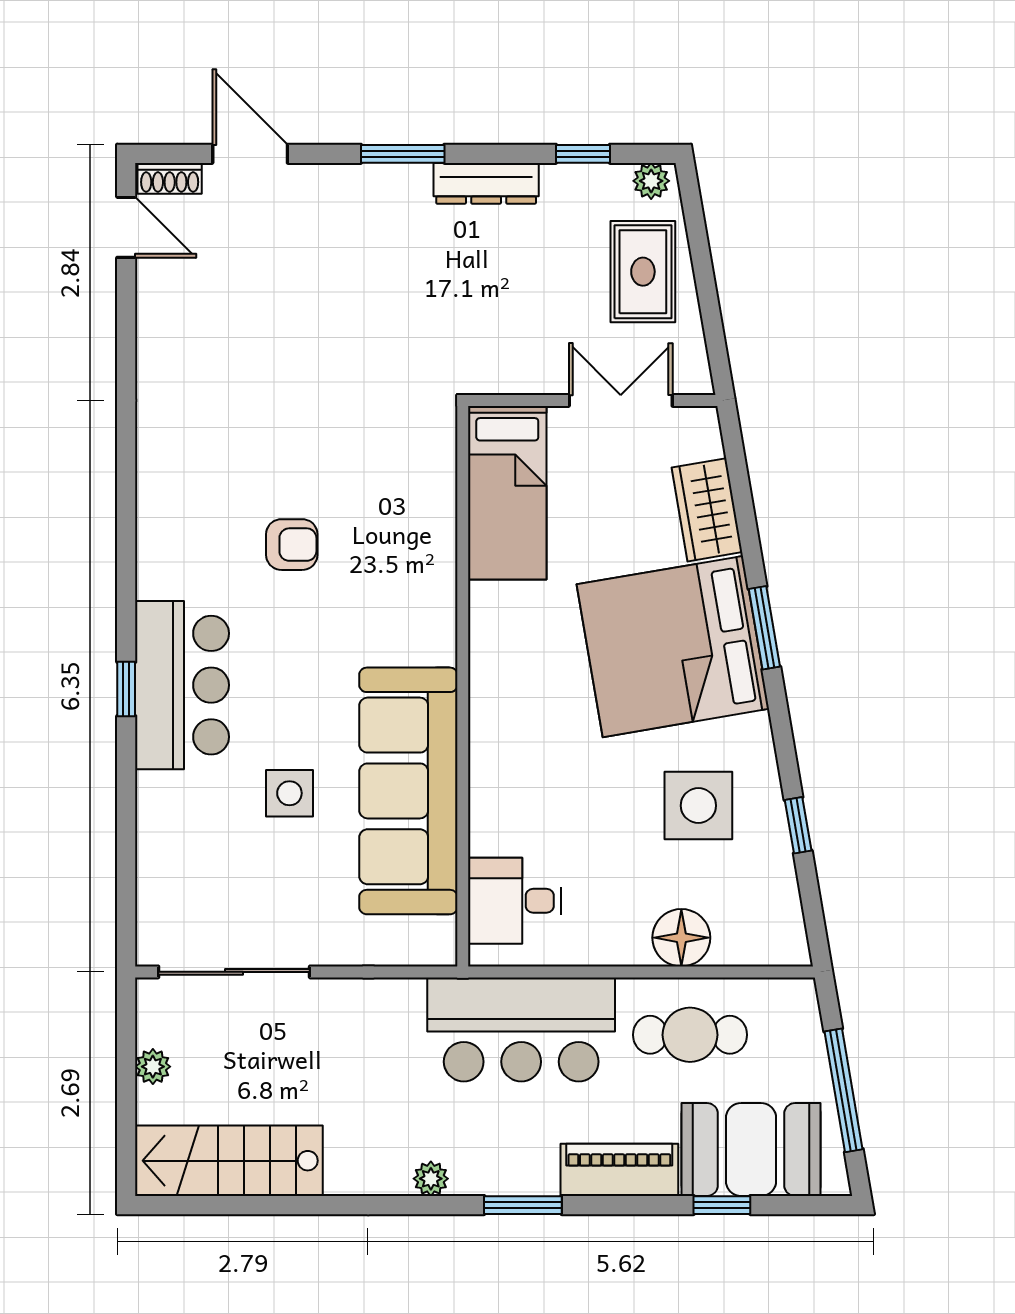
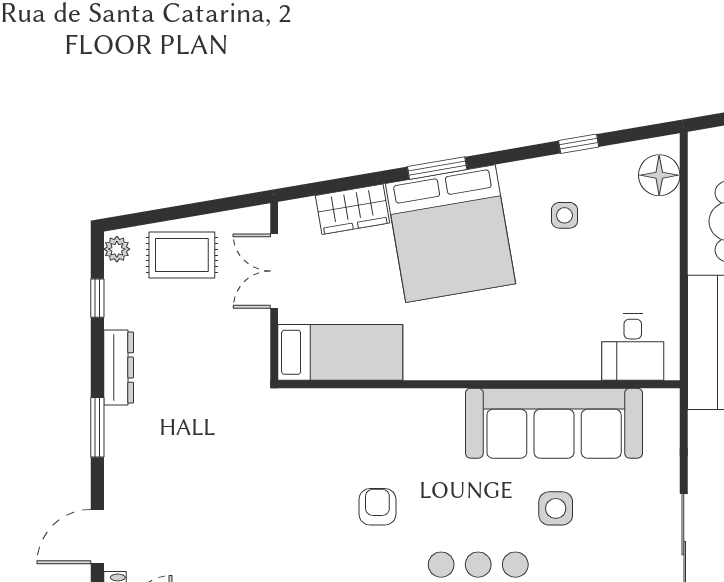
side table: (698, 806) -> (564, 215), width x0.54, depth x0.54
floor lamp: (681, 938) -> (659, 175), moved

